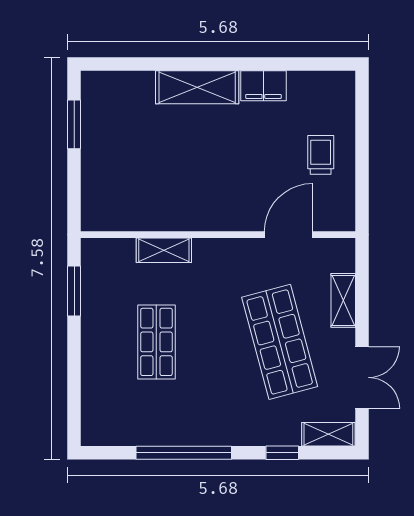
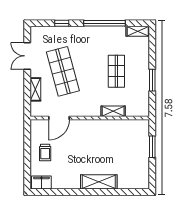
filing cabinet: (263, 86) -> (41, 183), moved
window: (74, 124) -> (152, 147), moved
window: (74, 291) -> (152, 80), moved
shelving: (328, 434) -> (138, 31), moved

